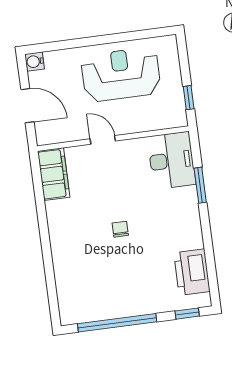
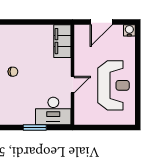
window: (189, 98) -> (93, 127), removed
door: (103, 140) -> (73, 85), moved
filing cabinet: (54, 174) -> (62, 41), moved, turned 90

